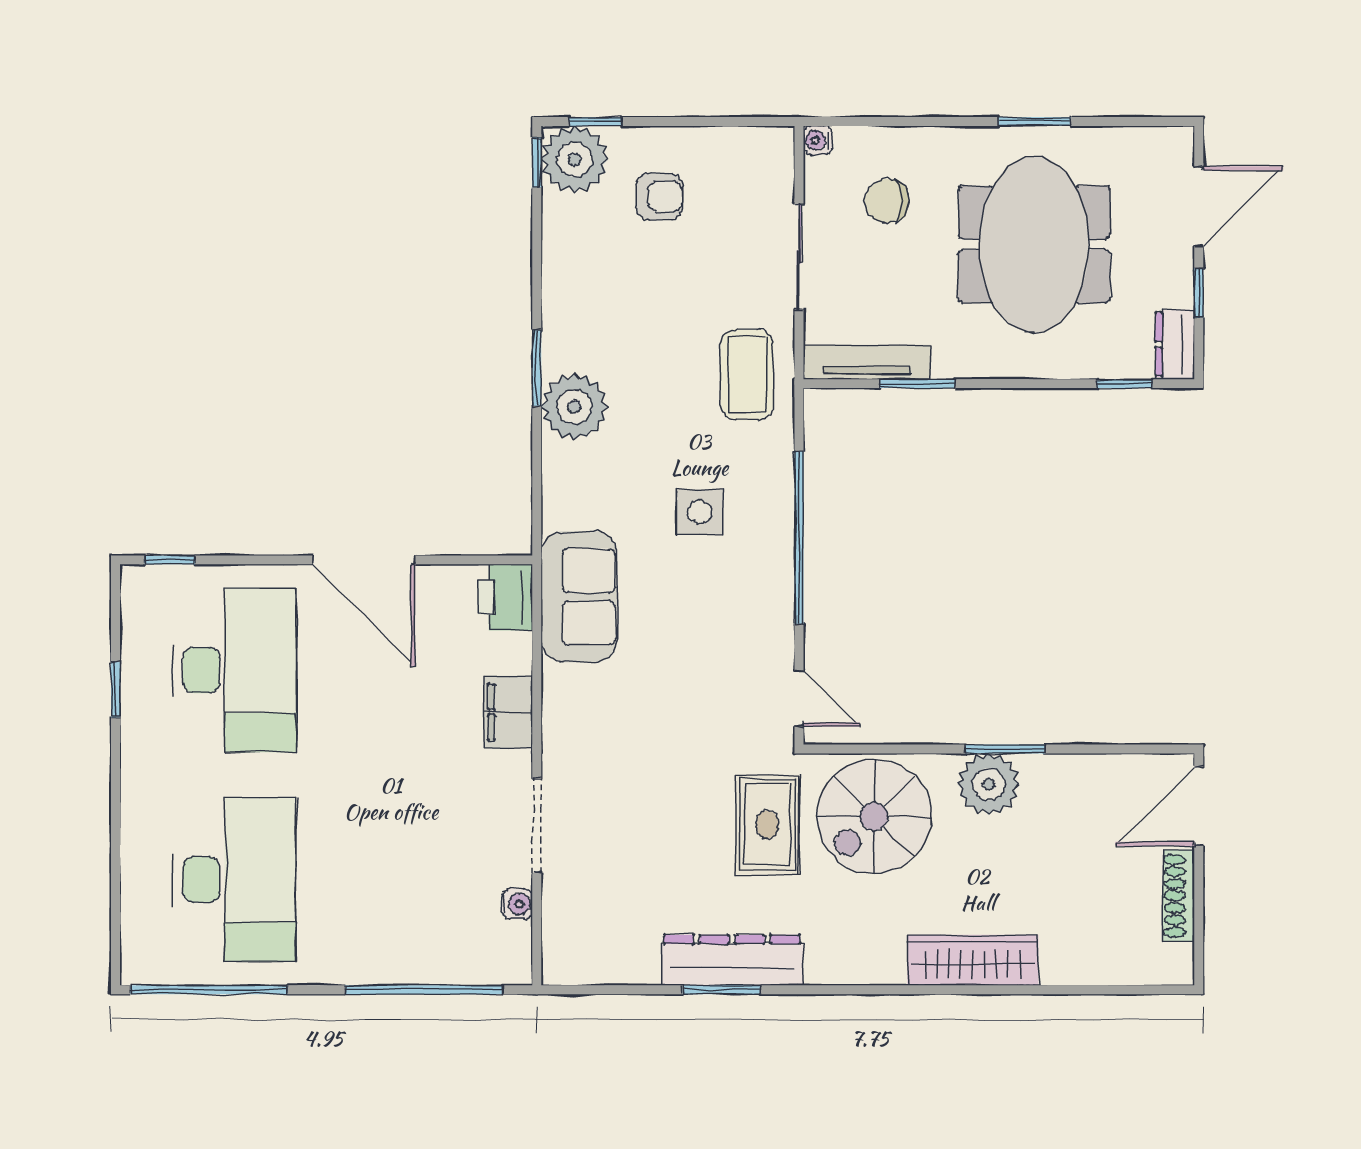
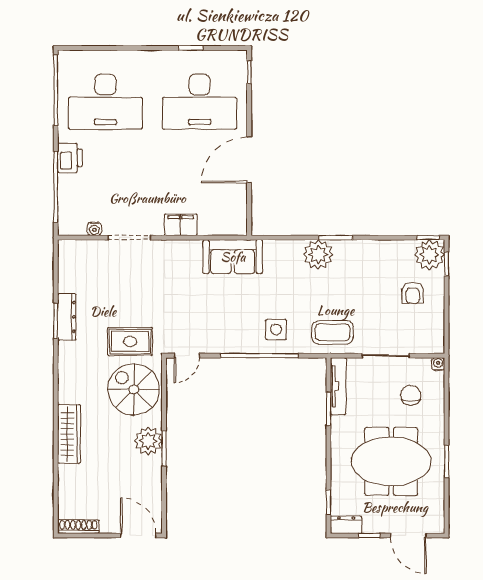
side table: (700, 512) -> (276, 329), moved
printer: (505, 597) -> (70, 158), moved, turned 90
shoe rack: (1179, 896) -> (78, 527), moved
dresser: (732, 960) -> (67, 317), width x0.73, depth x0.80

